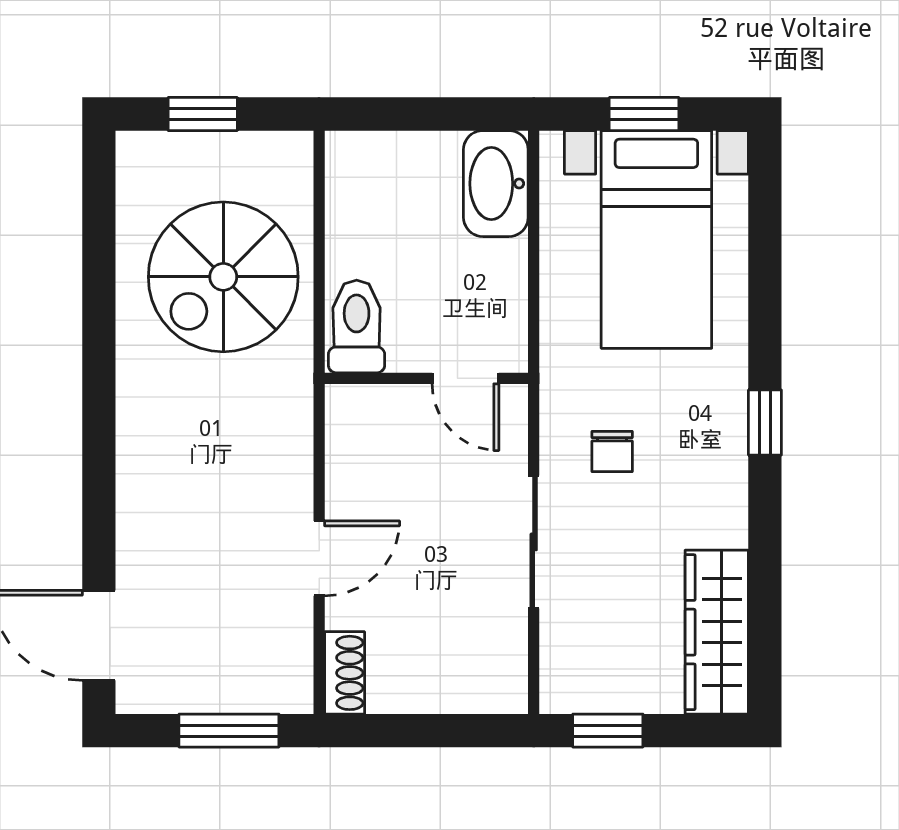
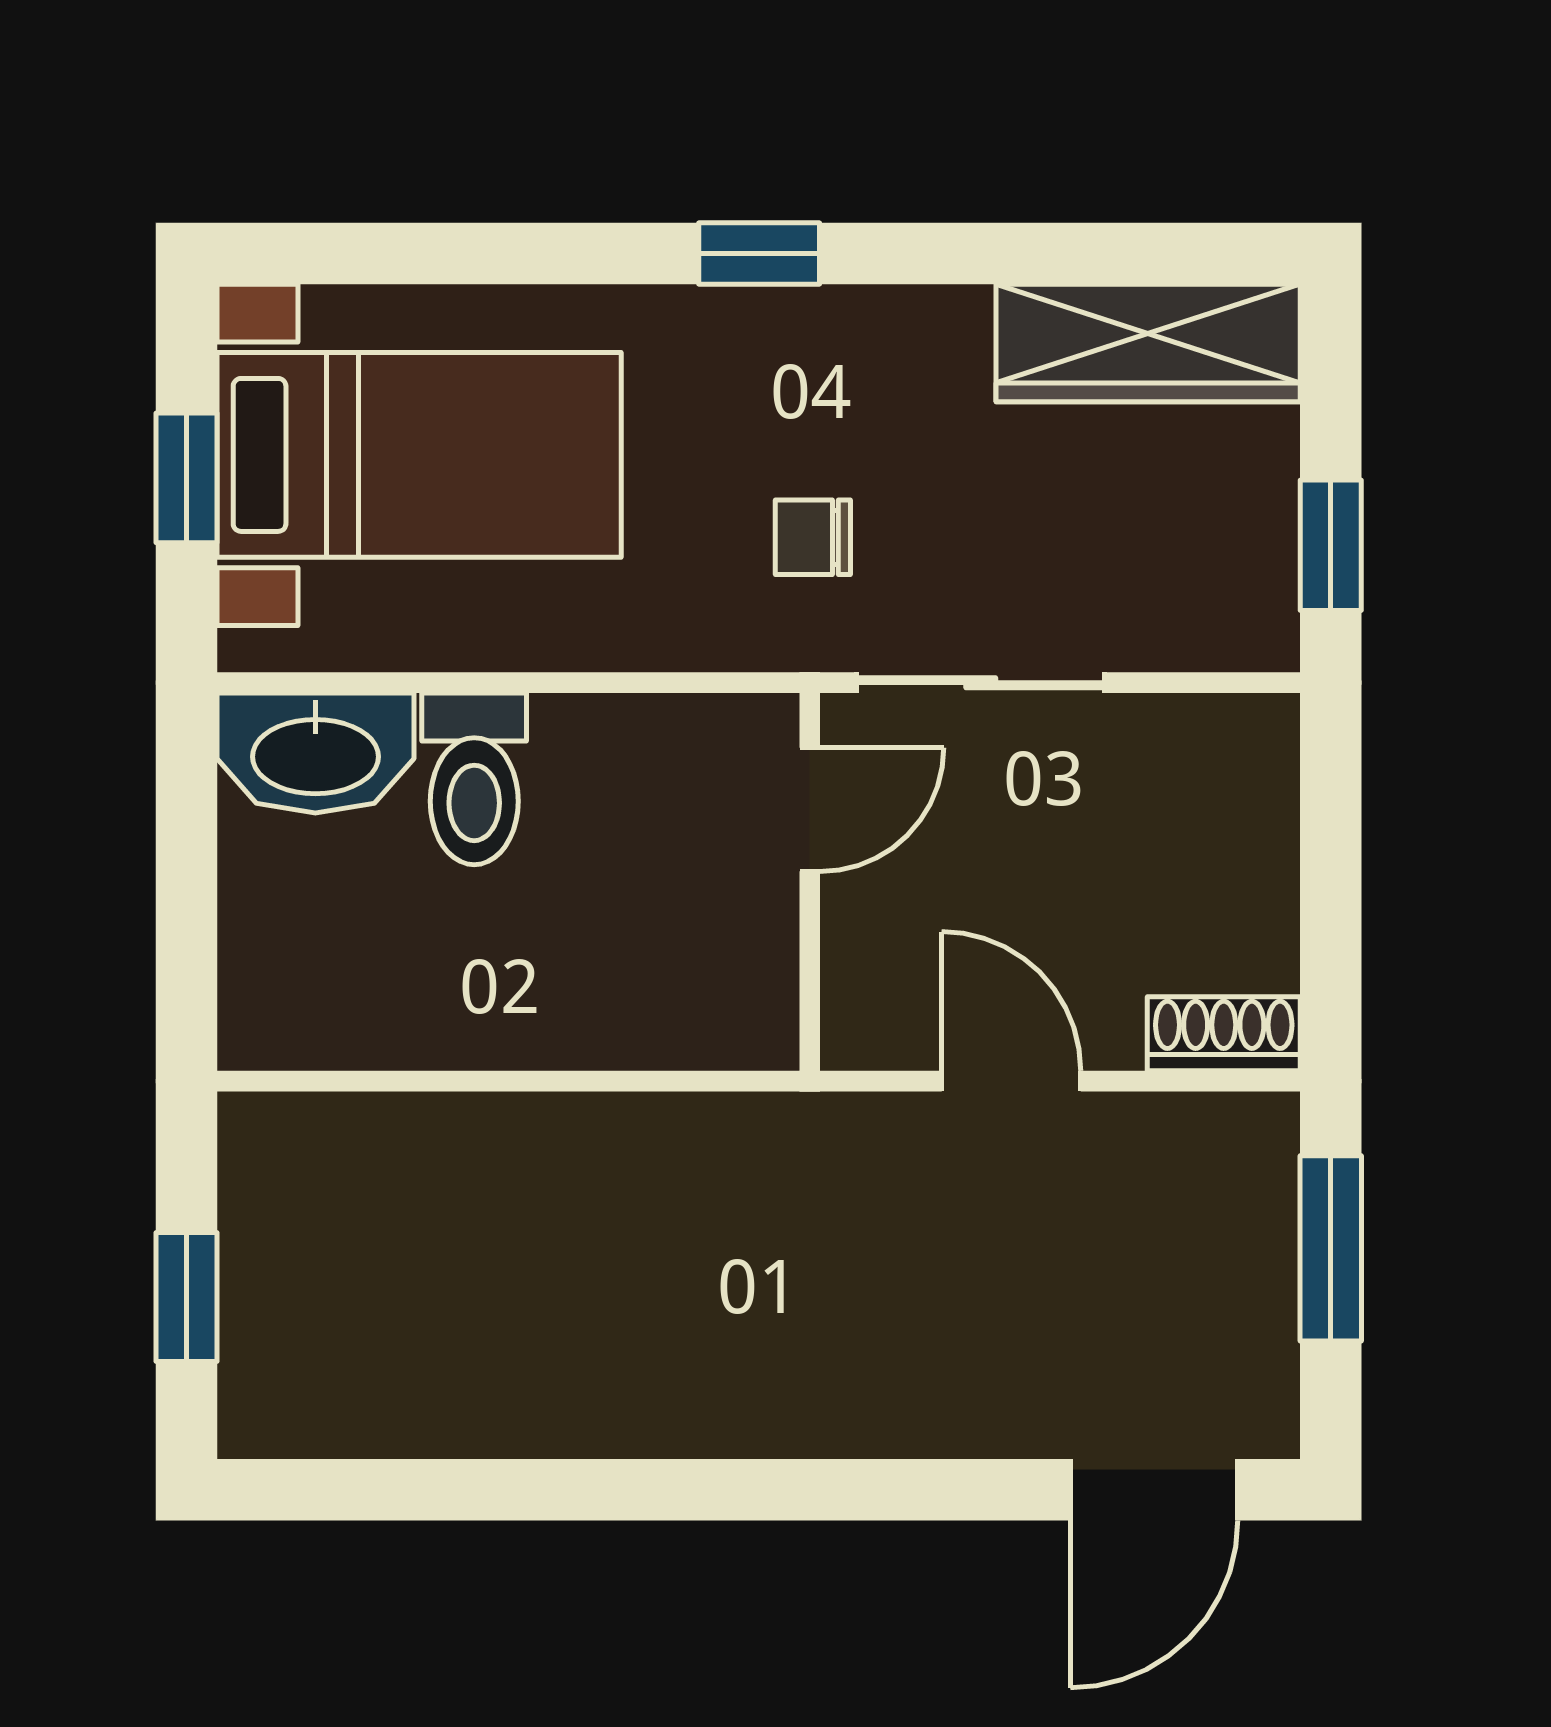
spiral stairs: (223, 277) -> (489, 1259), removed
toilet: (357, 326) -> (474, 779), moved, turned -90
wall: (426, 378) -> (810, 882), moved
door: (465, 378) -> (810, 809), moved
chair: (612, 451) -> (813, 537), turned 180

